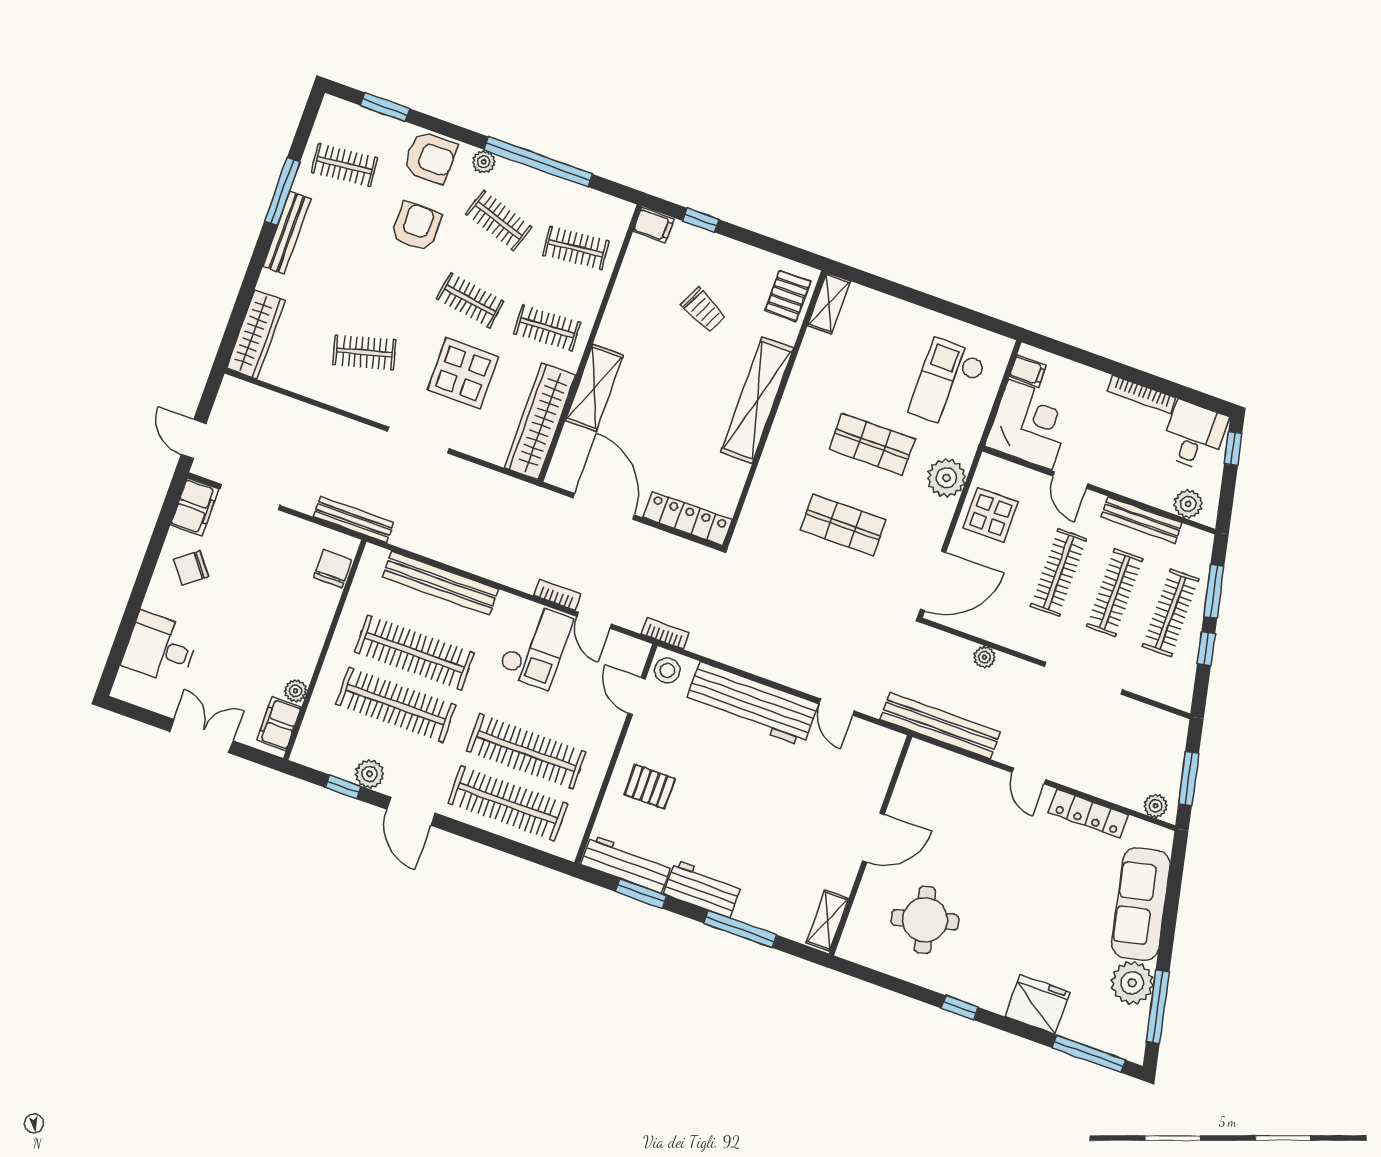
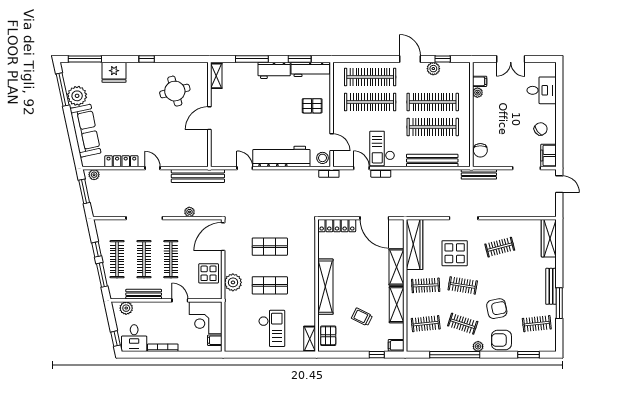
armchair: (416, 227) -> (497, 309), turned -101
shelving: (622, 309) -> (397, 305), added
checkout: (947, 384) -> (272, 328), moved
filing cabinet: (279, 724) -> (480, 81), width x0.50

